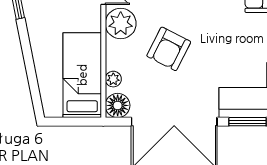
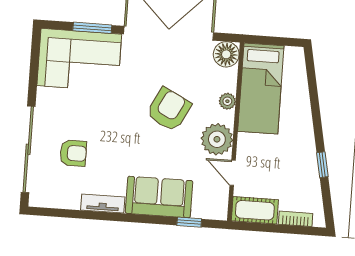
plant: (113, 79) -> (227, 101), moved

